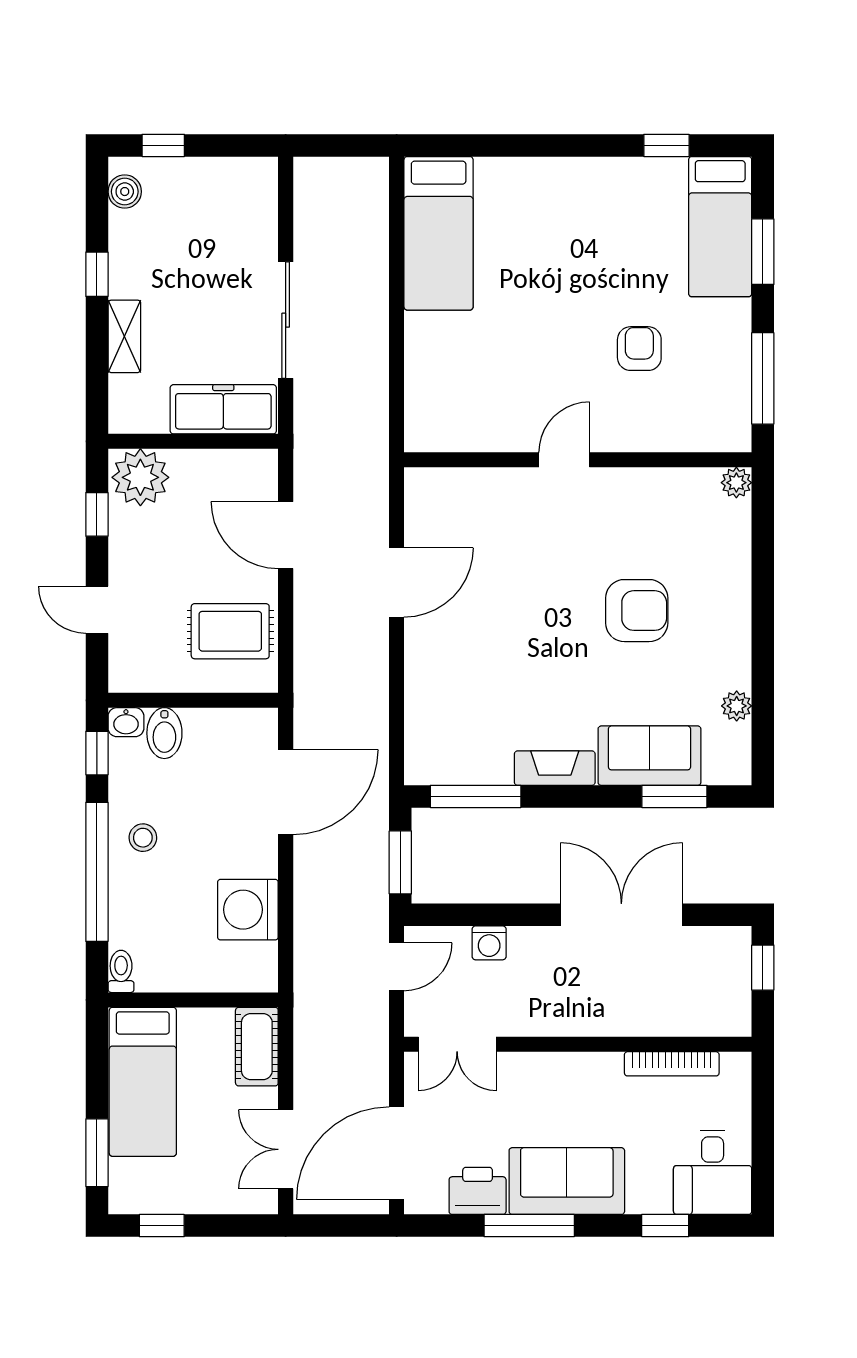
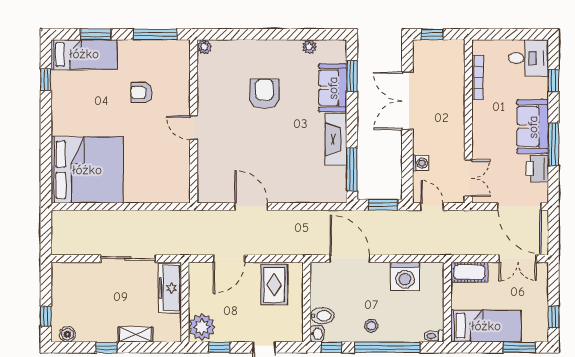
bed: (439, 233) -> (87, 170), width x2.04
fireplace: (555, 768) -> (336, 139), width x1.37, depth x1.32

